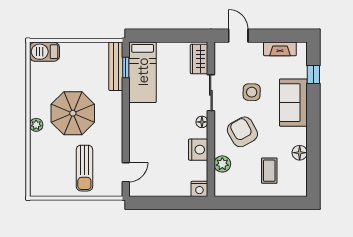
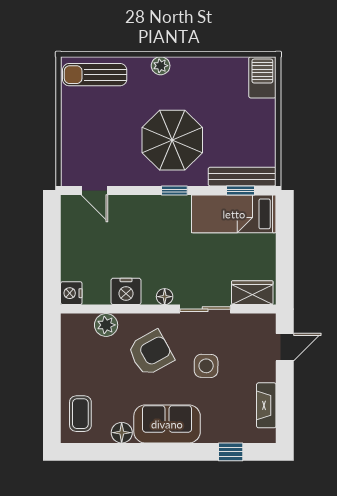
sofa: (293, 103) -> (167, 424), moved
parasol: (73, 113) -> (172, 140), moved
window: (126, 115) -> (174, 190), added
sun lounger: (84, 168) -> (95, 75), moved
coffee table: (269, 171) -> (80, 414), moved, turned 90

